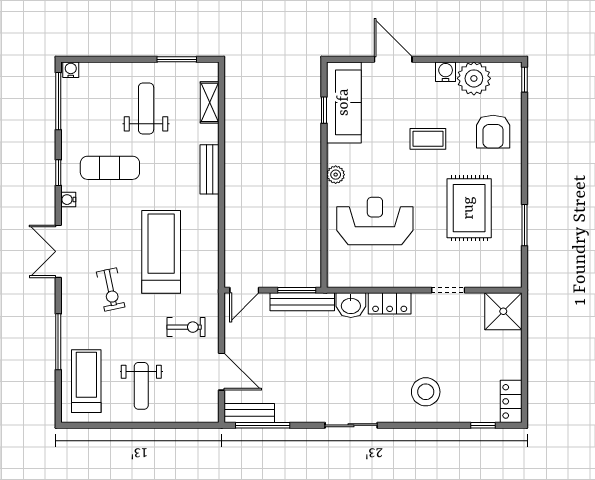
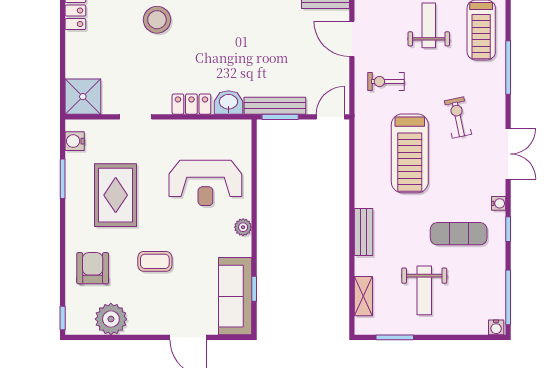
water cooler: (446, 72) -> (75, 141), moved, turned 90

